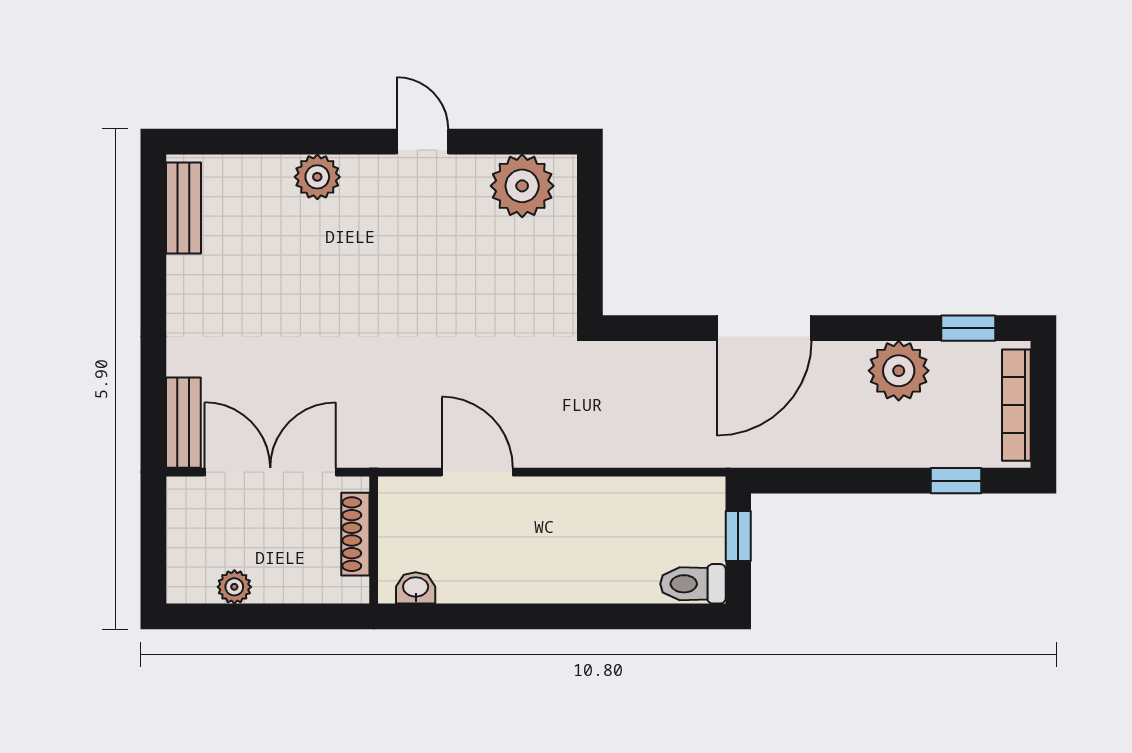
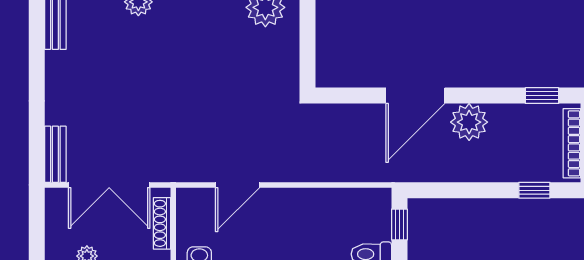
plant: (899, 371) -> (469, 122), moved
double door: (270, 472) -> (109, 185), swing flipped
door: (477, 472) -> (238, 185), swing flipped

